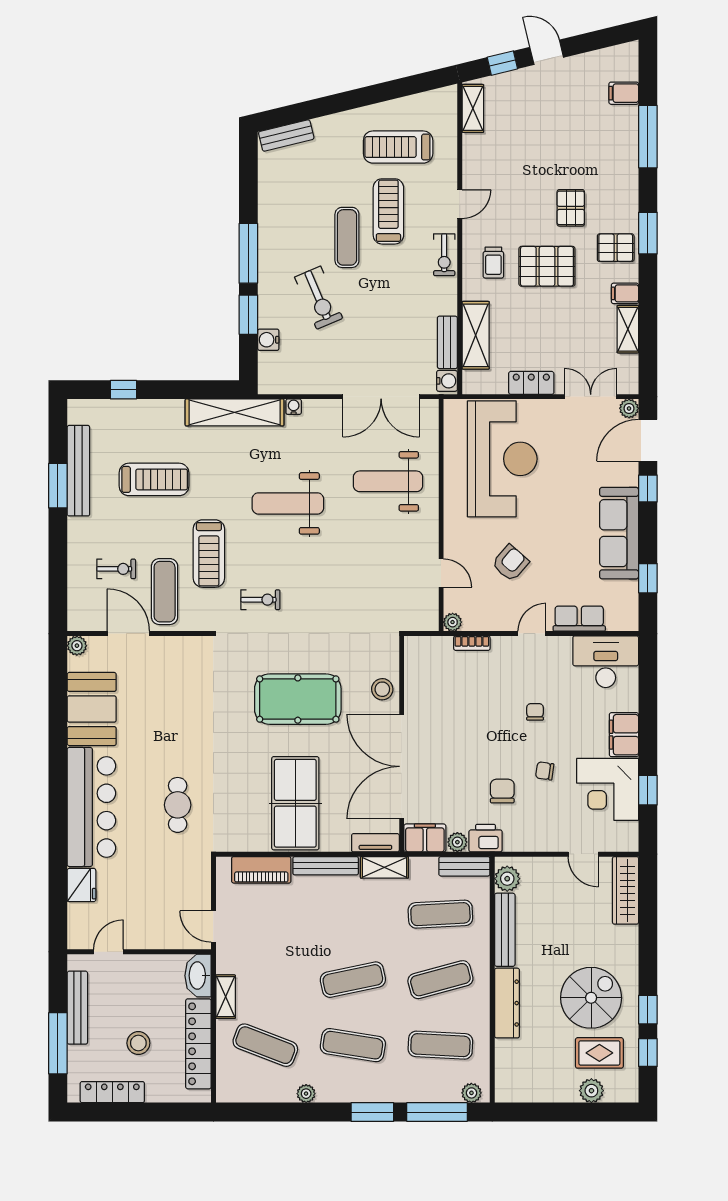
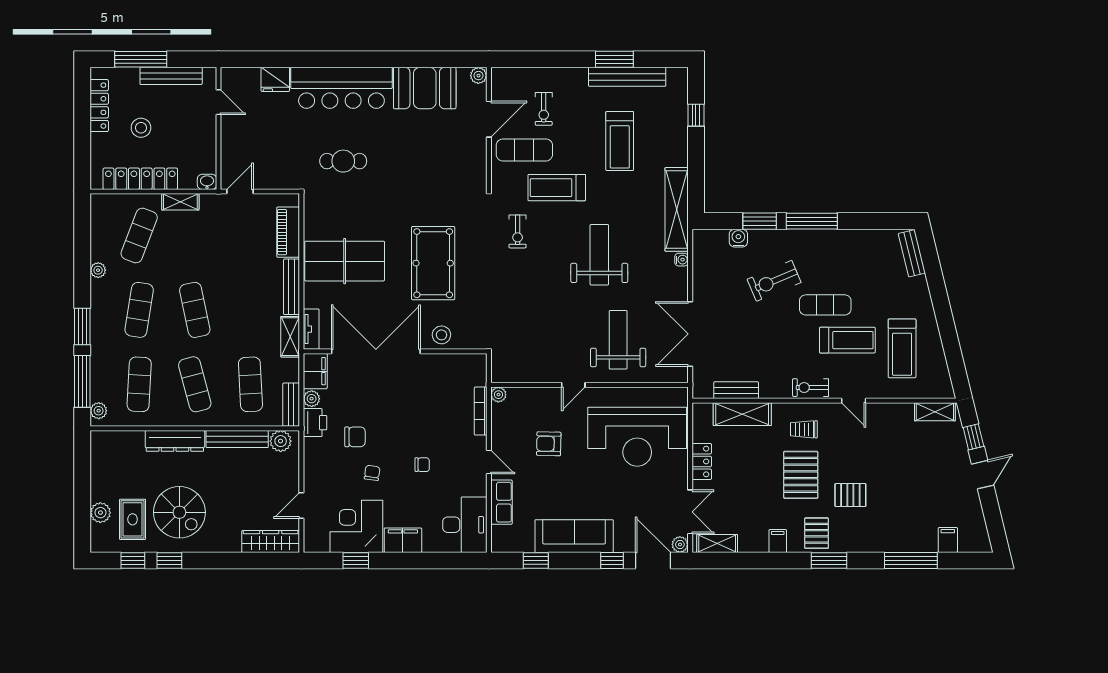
treadmill: (398, 147) -> (902, 348), turned 180
shelving: (628, 329) -> (717, 544), moved
water cooler: (447, 381) -> (703, 390), removed
armchair: (510, 563) -> (549, 444), turned 140
door: (441, 573) -> (573, 385), moved
bookcase: (472, 643) -> (481, 411), width x1.56
washbasin: (198, 976) -> (207, 182), width x0.52, depth x0.69

